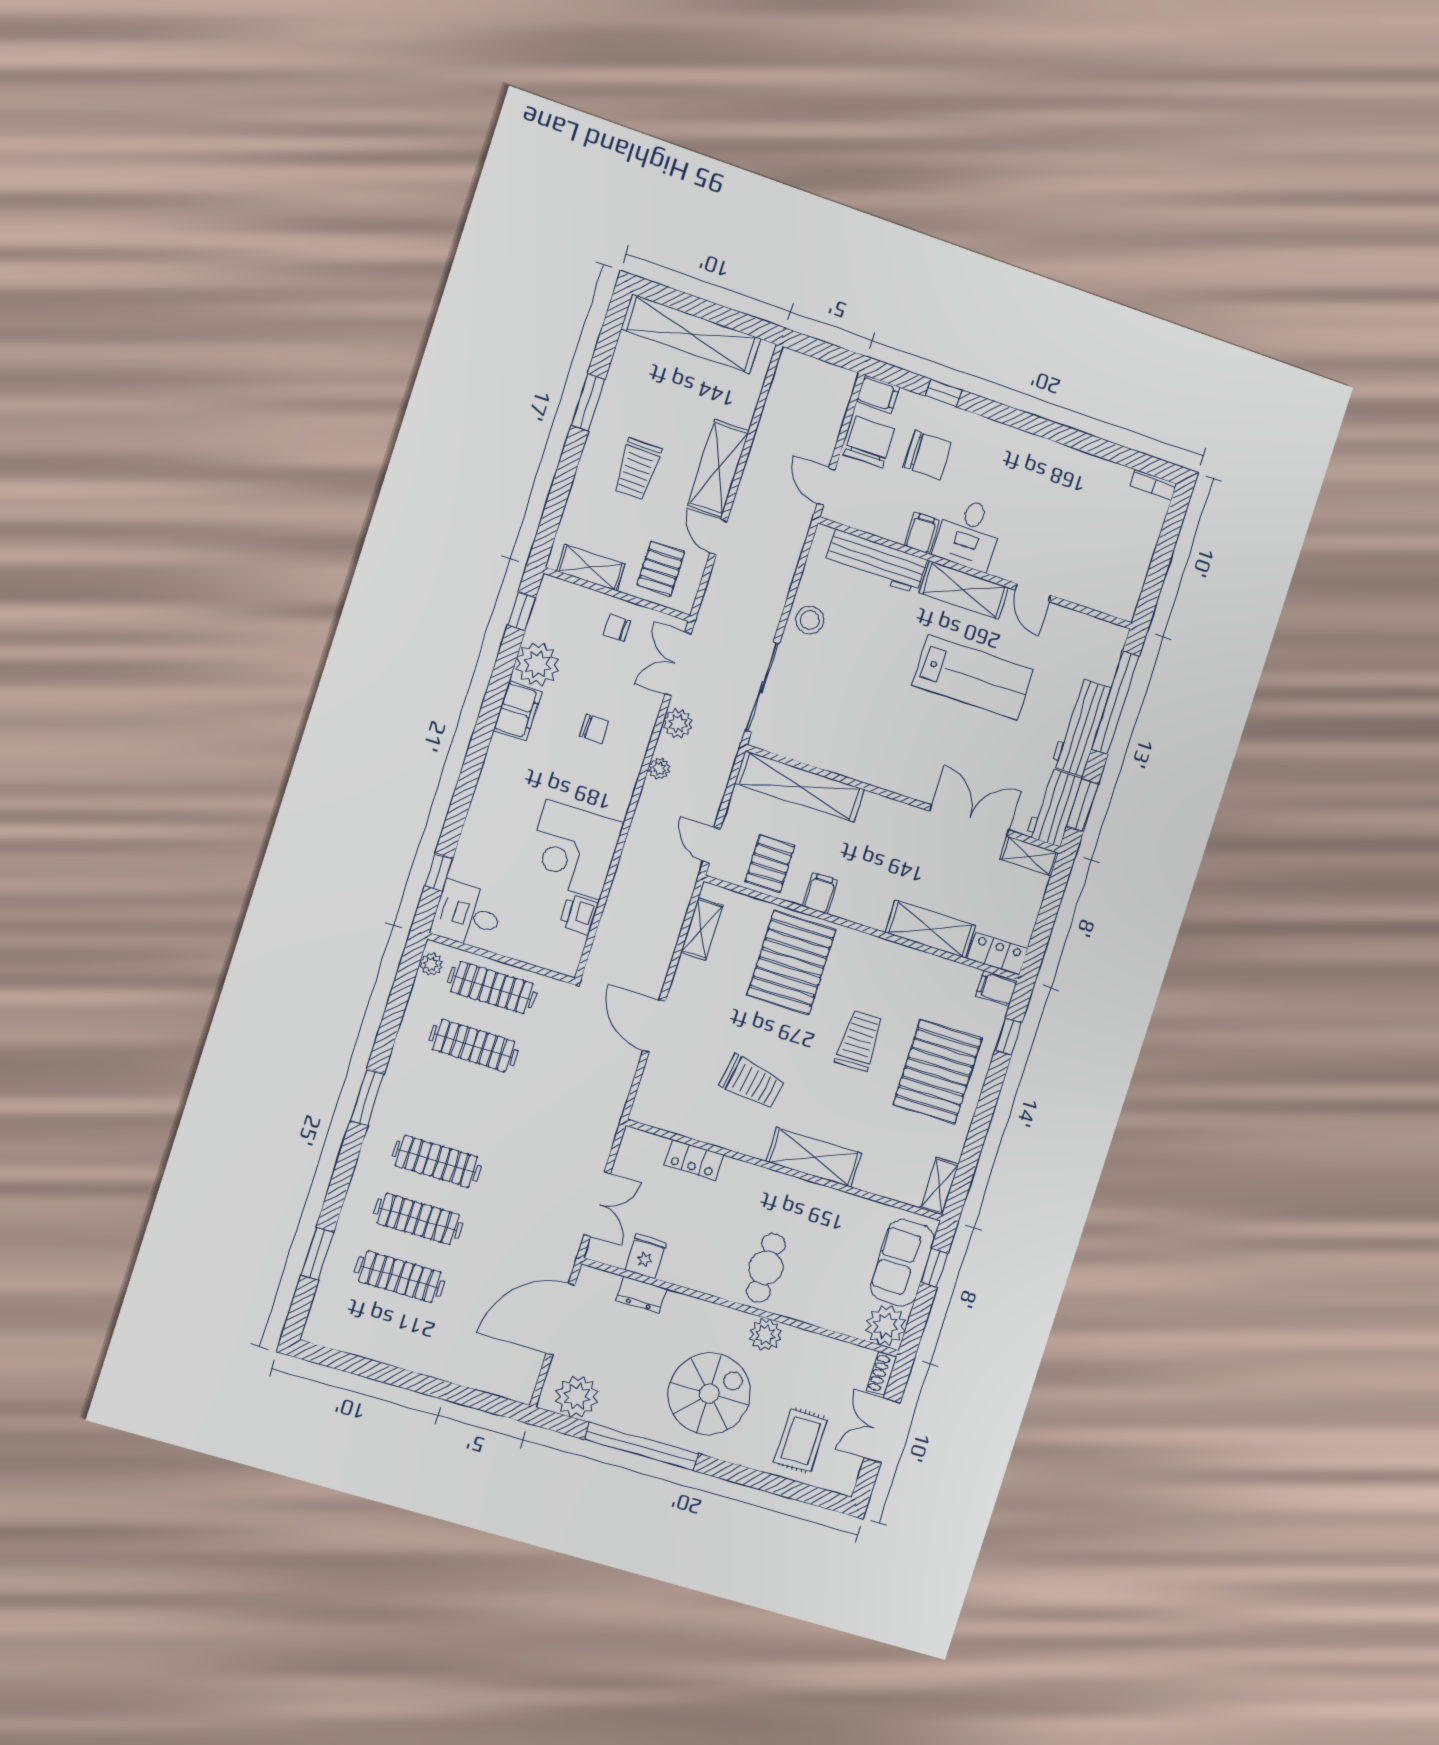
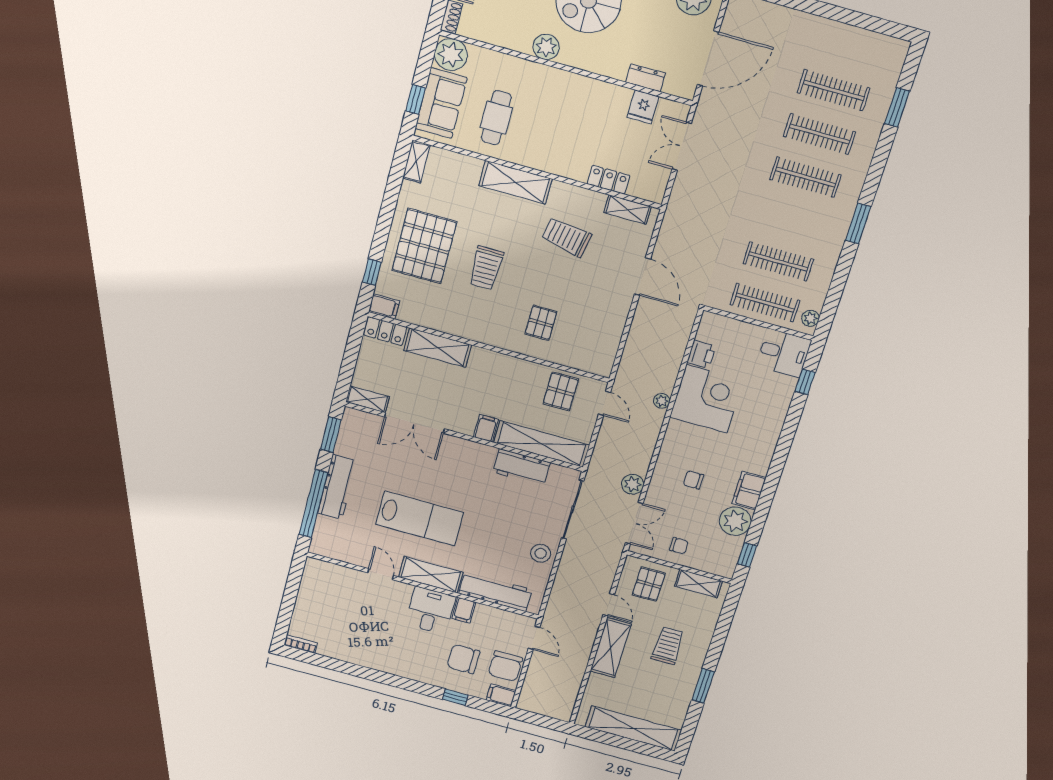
lab bench: (973, 677) -> (420, 518), turned 180
plant: (659, 769) -> (662, 401), moved
workbench: (1054, 807) -> (522, 467), moved, turned 90
filing cabinet: (820, 893) -> (486, 428), moved, turned 180
shelving: (702, 929) -> (628, 210), moved, turned 90
pallet: (791, 962) -> (541, 323), width x0.49, depth x0.50
cafe table: (766, 1268) -> (496, 118), moved

